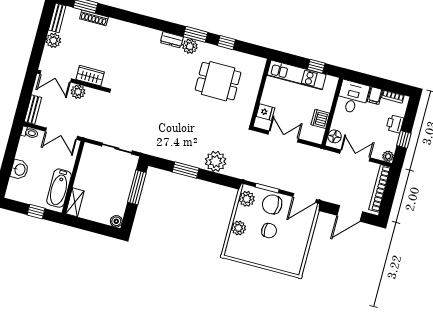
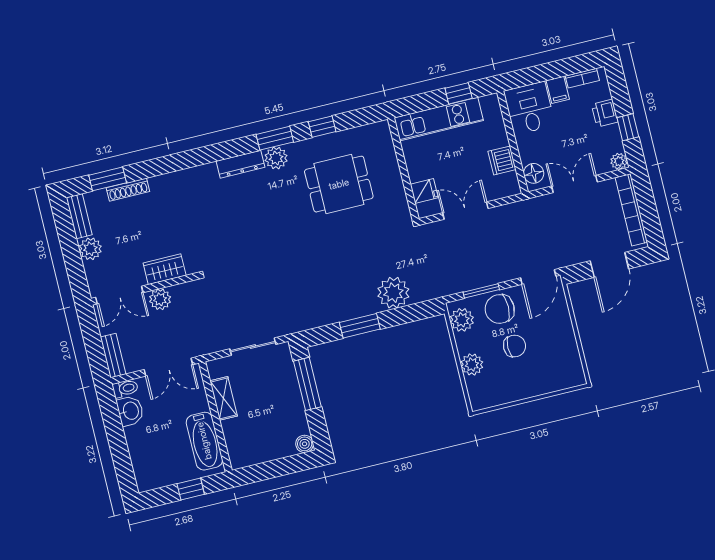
dresser: (172, 40) -> (241, 164), width x1.44
washbasin: (20, 170) -> (130, 411), moved
shelving: (75, 202) -> (224, 398), moved

